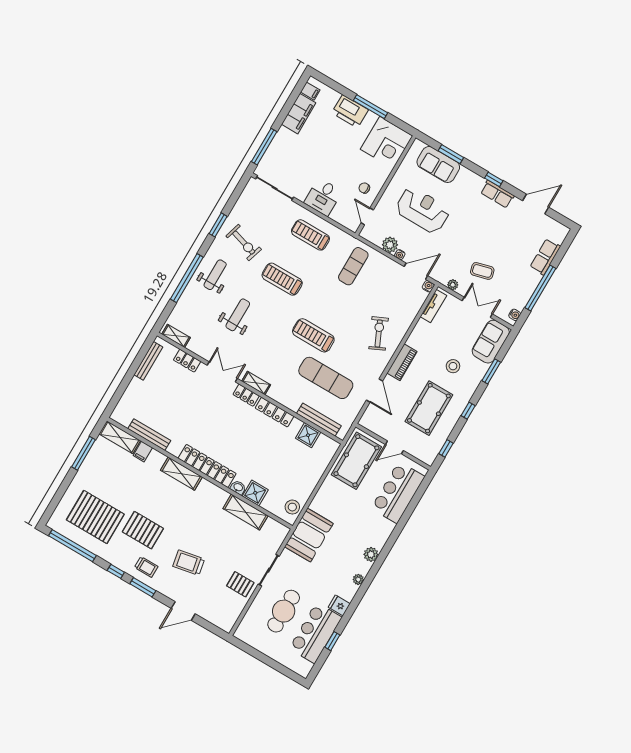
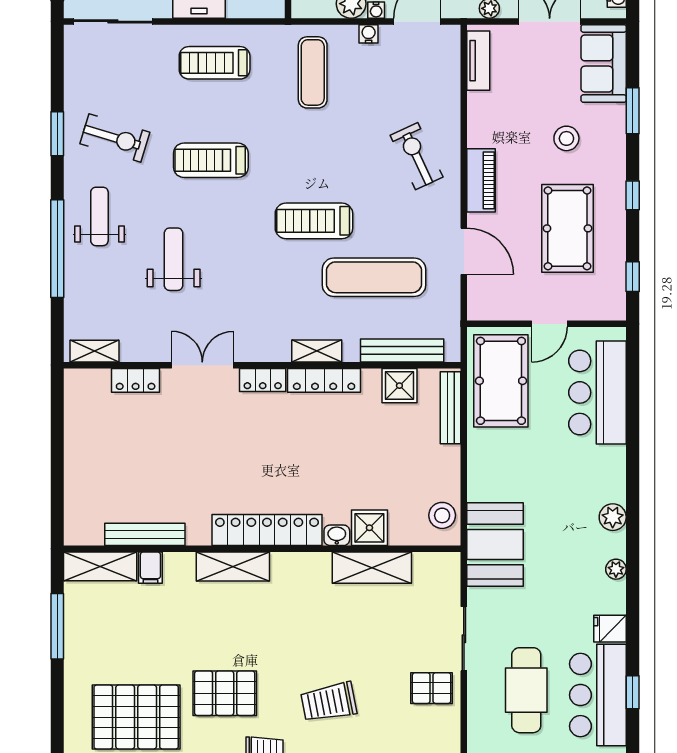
water cooler: (428, 286) -> (369, 34), moved
bench: (148, 361) -> (451, 408), moved
shelving: (256, 383) -> (317, 351), moved

